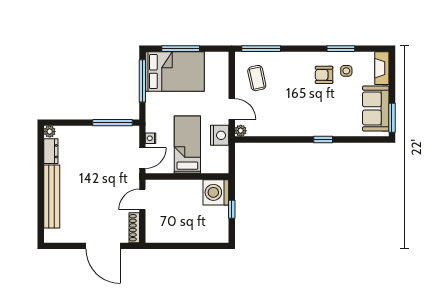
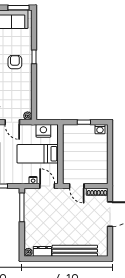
door: (232, 109) -> (12, 122), swing flipped
armchair: (316, 113) -> (15, 62), added
nightstand: (220, 135) -> (43, 131), moved
washing machine: (216, 192) -> (100, 129), moved, width x0.53, depth x0.53

